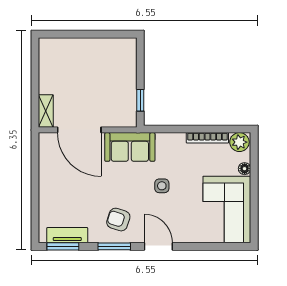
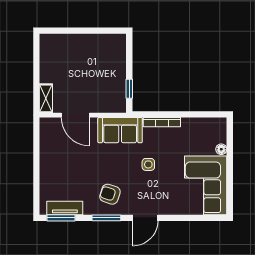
door: (79, 130) -> (75, 115), width x0.73
bookcase: (207, 138) -> (162, 122), moved
plant: (239, 142) -> (217, 126), removed
door: (158, 246) -> (145, 218), swing flipped

